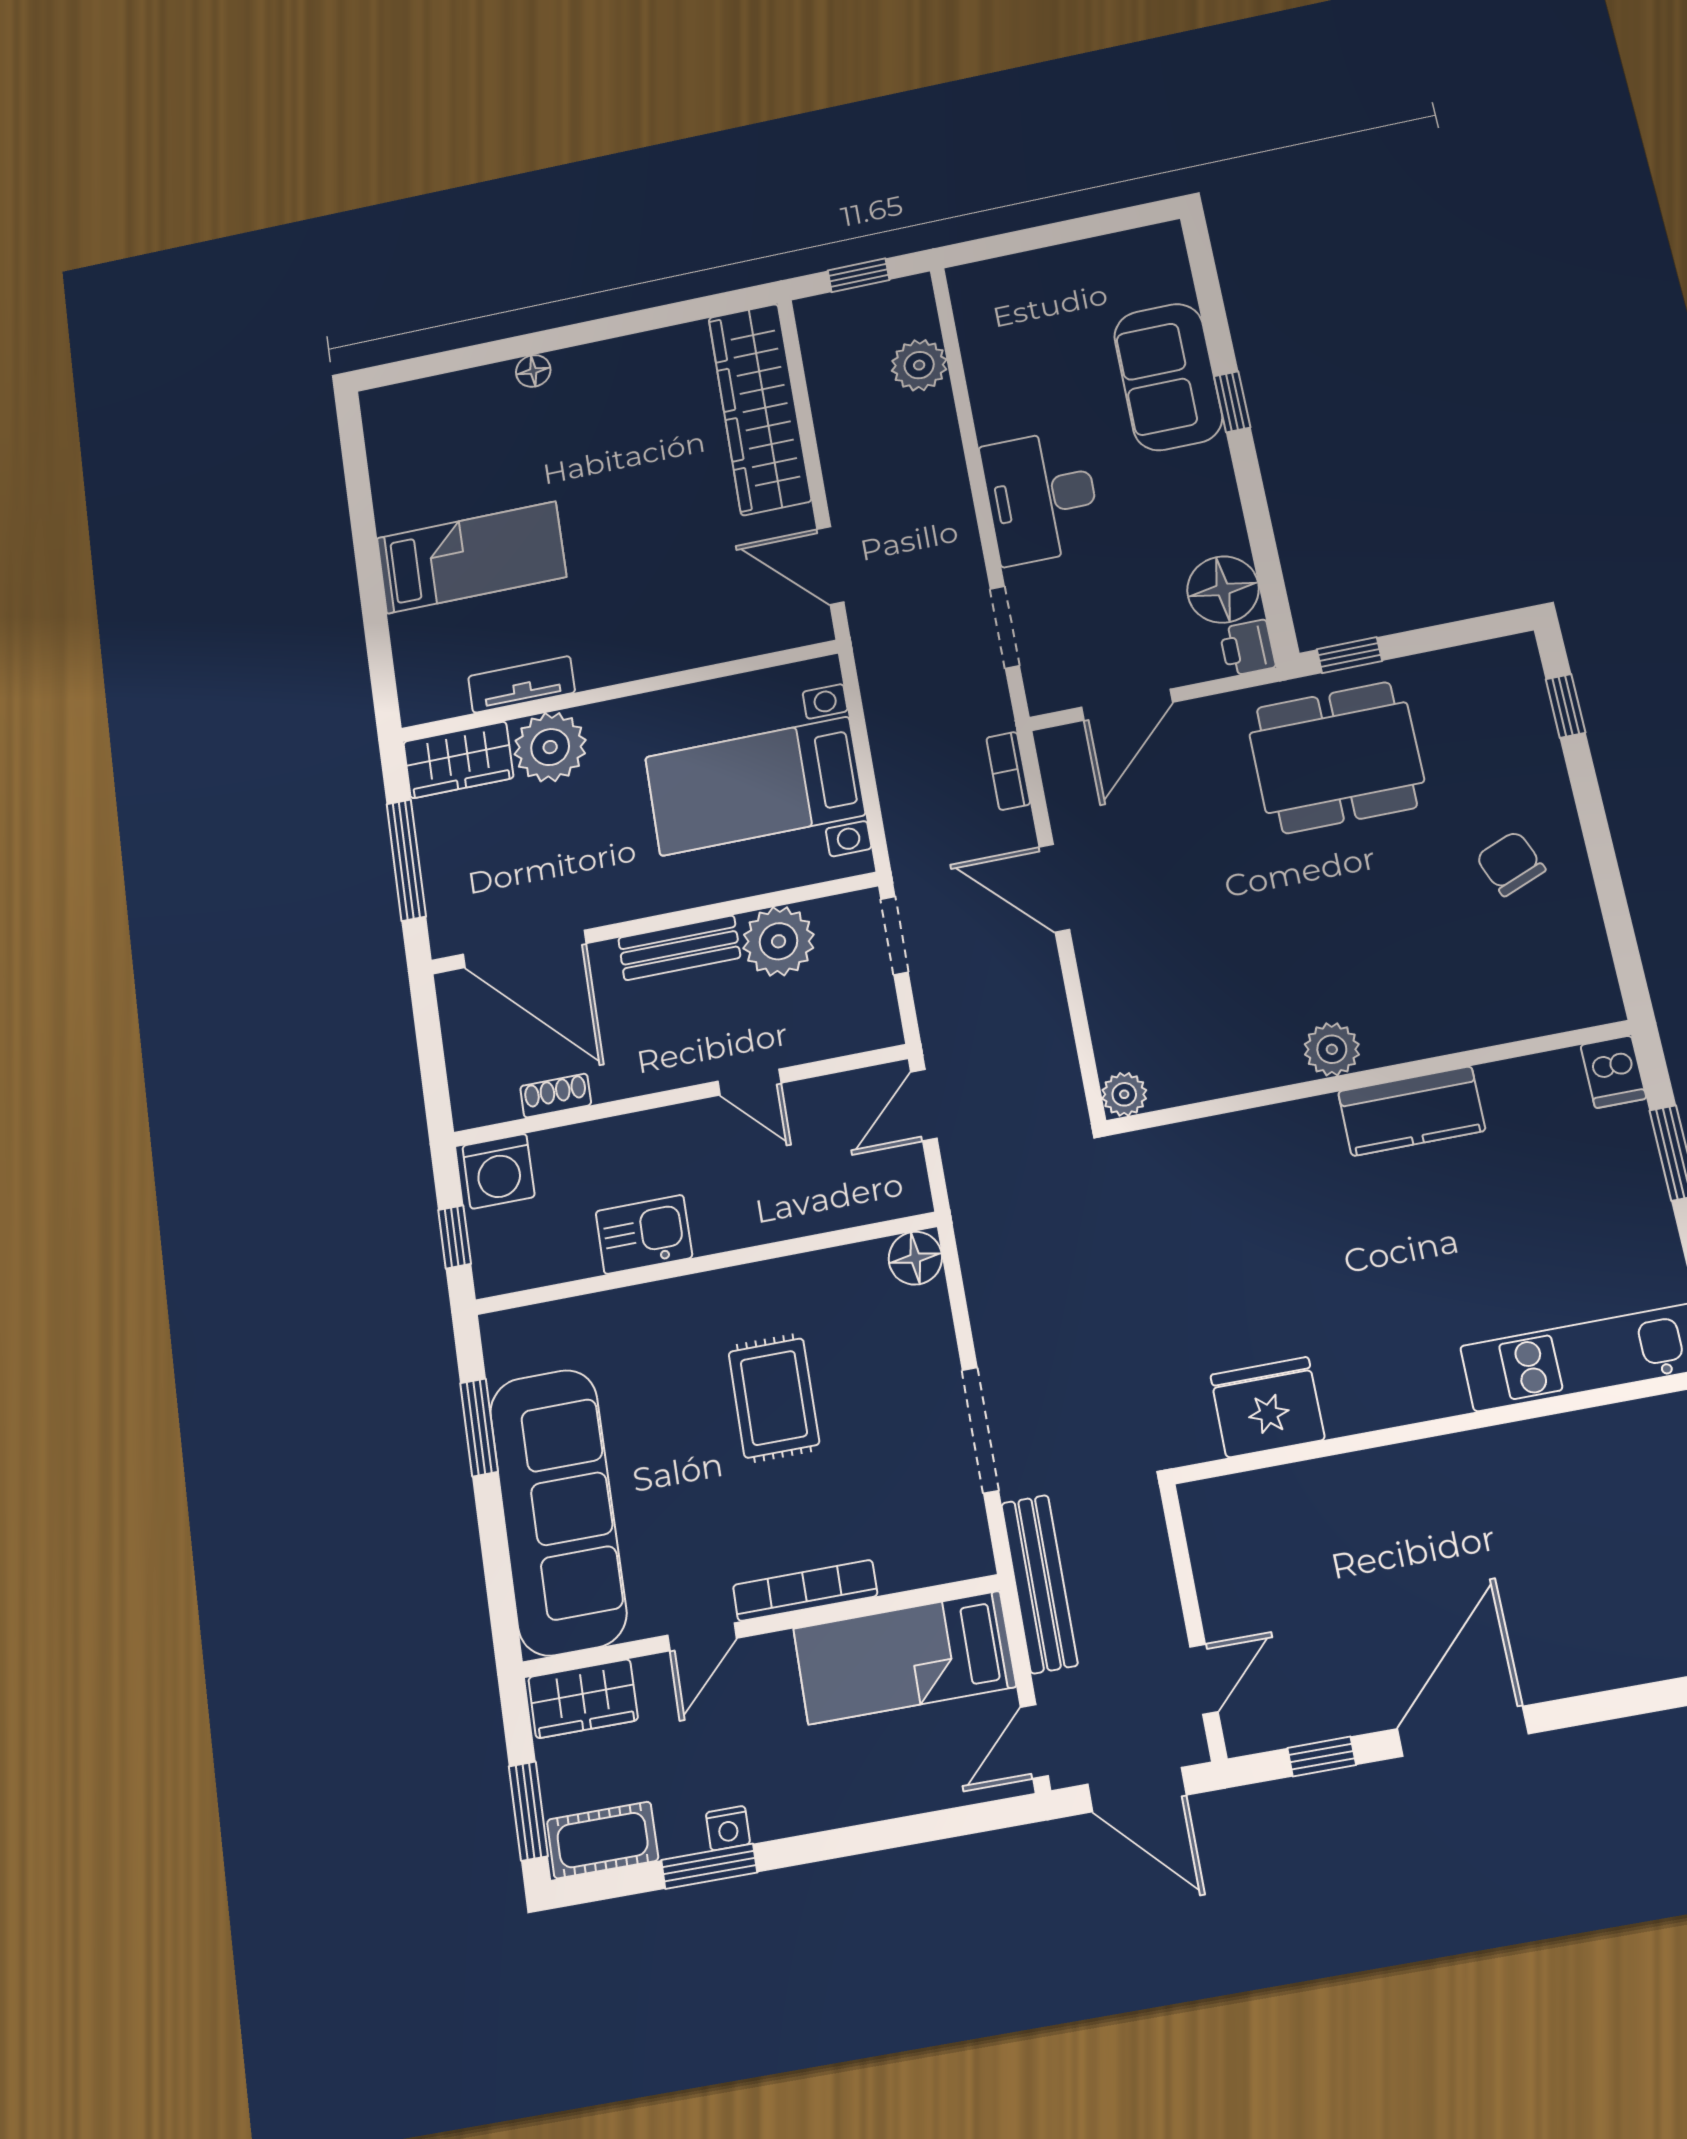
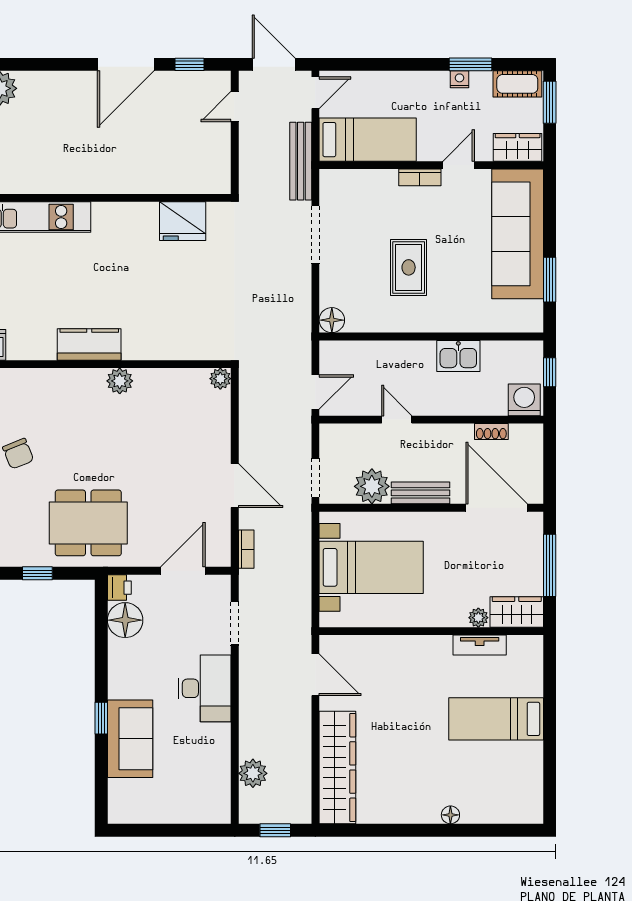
window: (1349, 655) -> (37, 573), moved
plant: (550, 747) -> (478, 618), width x0.53, depth x0.53
bookcase: (805, 1591) -> (420, 177), width x0.64

